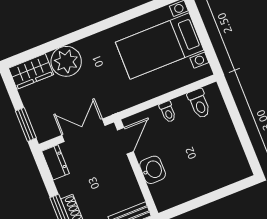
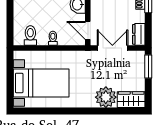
double door: (83, 130) -> (112, 48), swing flipped
door: (125, 141) -> (88, 30), hinge flipped

